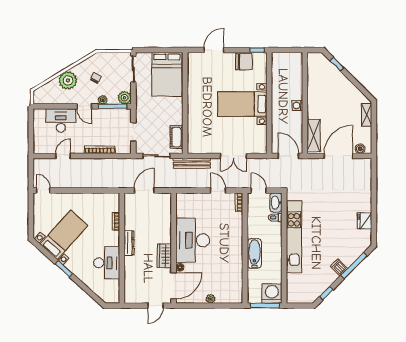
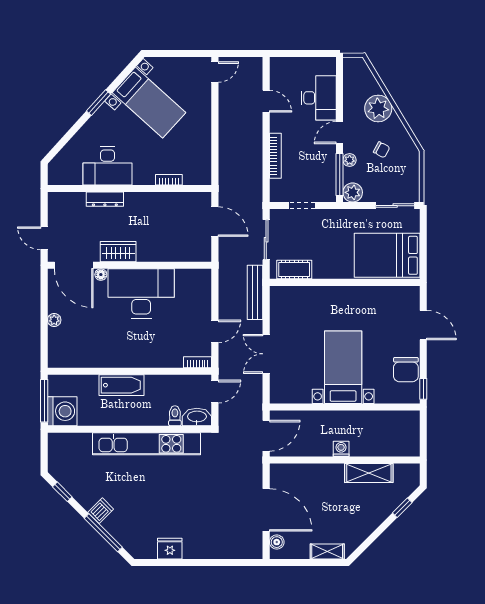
shelving: (314, 136) -> (369, 473), moved
dresser: (129, 243) -> (105, 199), moved

